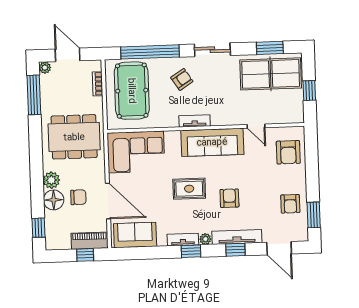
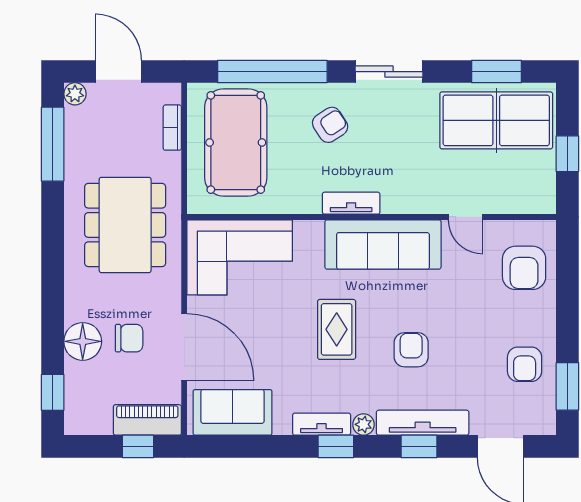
dining table: (74, 137) -> (125, 225), turned 90
plant: (51, 180) -> (80, 304), removed
rug: (189, 189) -> (337, 329), turned 90

